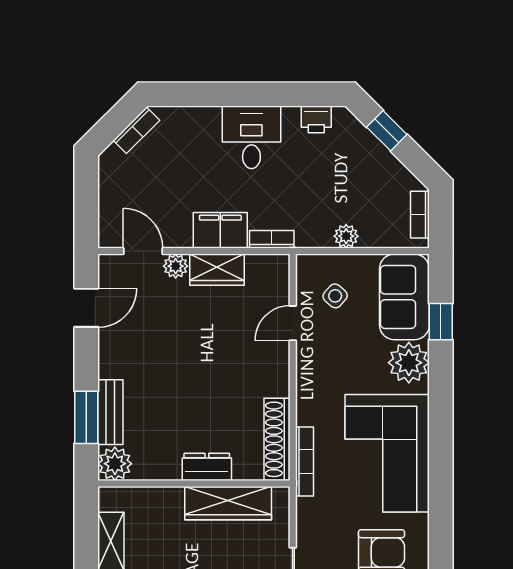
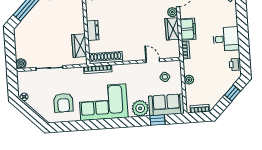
wardrobe: (228, 503) -> (79, 46), width x0.67

